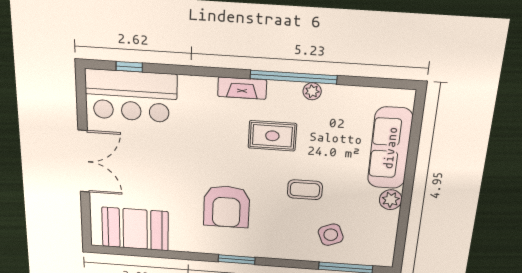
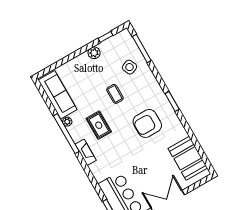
sofa: (390, 148) -> (58, 95), moved, turned -90
armchair: (226, 207) -> (147, 123), turned 180
window: (402, 230) -> (106, 37), added

